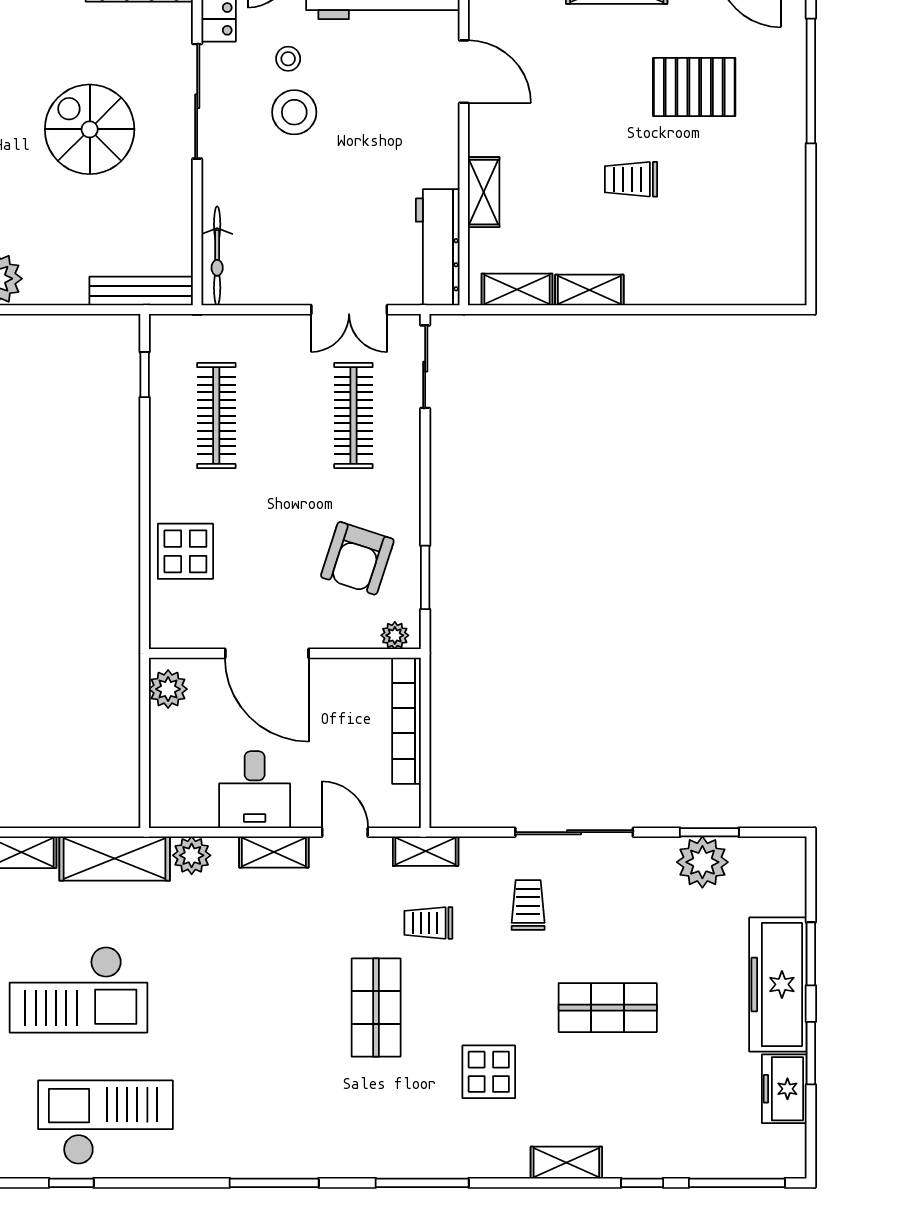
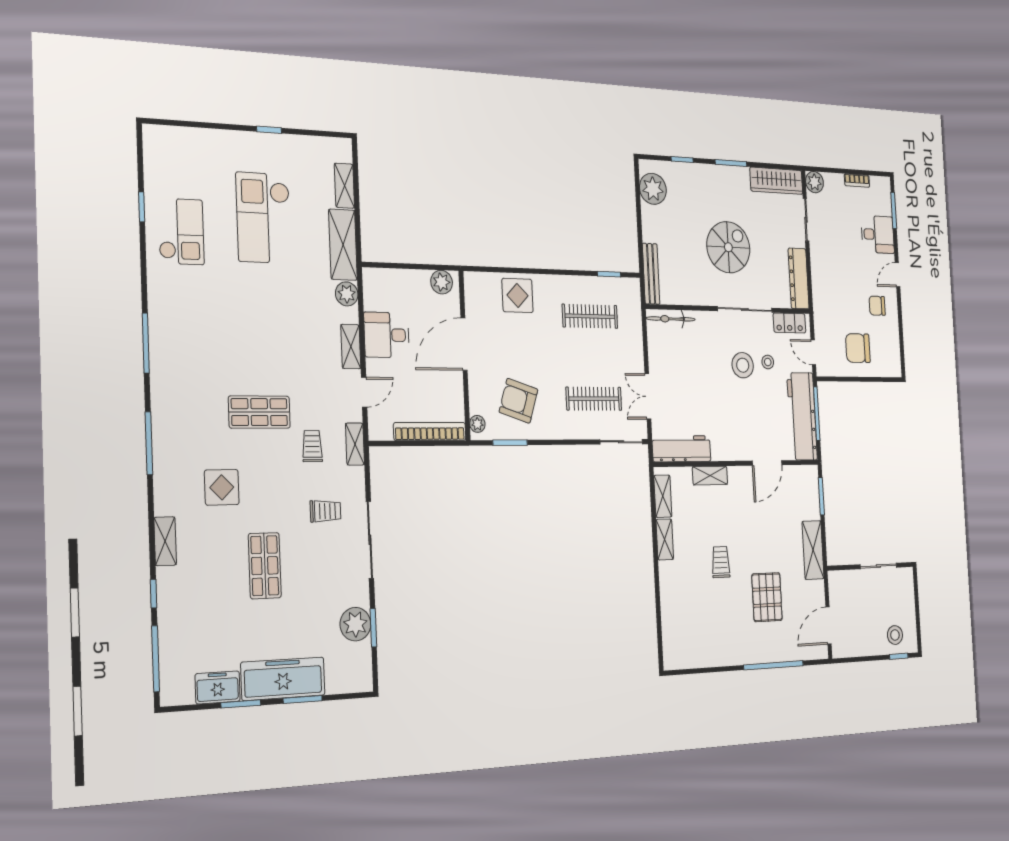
checkout: (105, 1122) -> (181, 231), width x0.73, depth x0.83

